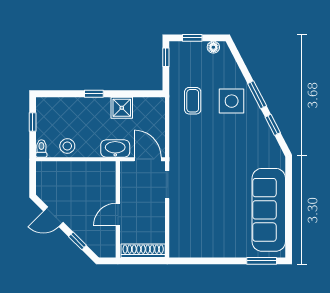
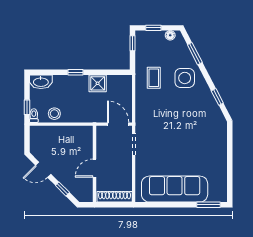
window: (257, 95) -> (195, 54), moved
window: (33, 122) -> (27, 107), moved
washbasin: (115, 149) -> (41, 82), moved, turned 180
sofa: (269, 210) -> (175, 189), moved, turned 90

